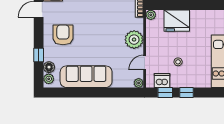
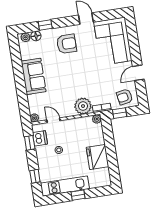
fridge: (177, 21) -> (98, 157), moved
plant: (134, 40) -> (83, 106), moved
sofa: (86, 77) -> (34, 76), width x0.73
window: (187, 93) -> (35, 176), moved

